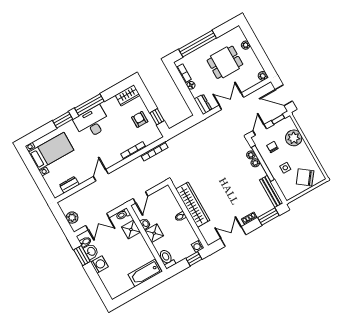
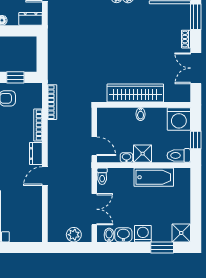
door: (101, 175) -> (45, 176), hinge flipped
dresser: (69, 185) -> (36, 153), moved
shower: (131, 230) -> (181, 233), moved
washing machine: (198, 246) -> (179, 119), width x1.89, depth x1.89
window: (82, 256) -> (162, 247), moved
window: (194, 259) -> (196, 140), moved
bathtub: (145, 273) -> (154, 177), moved, turned -90

